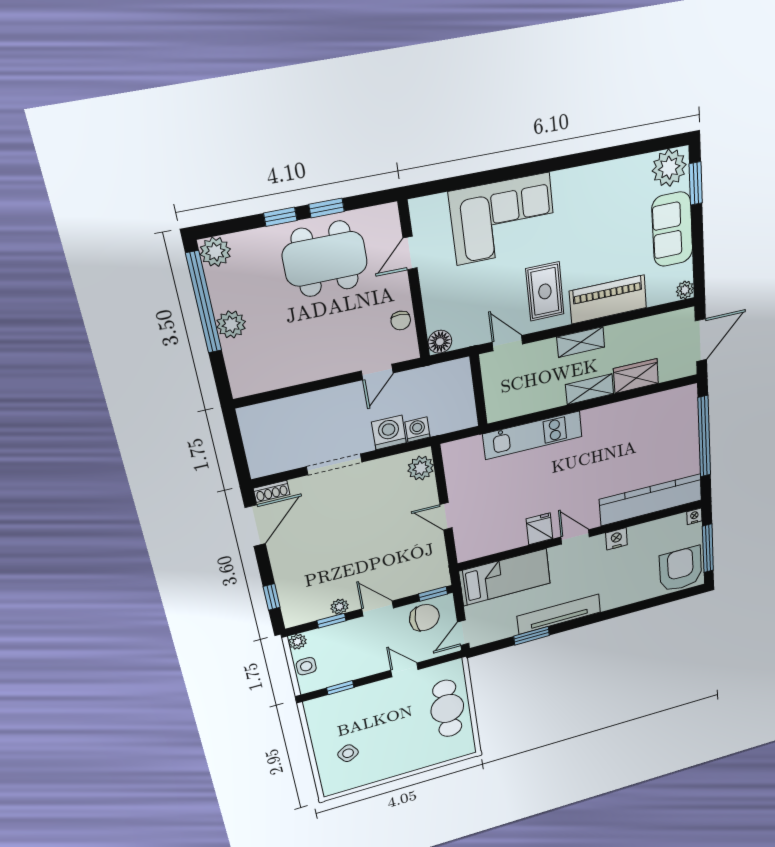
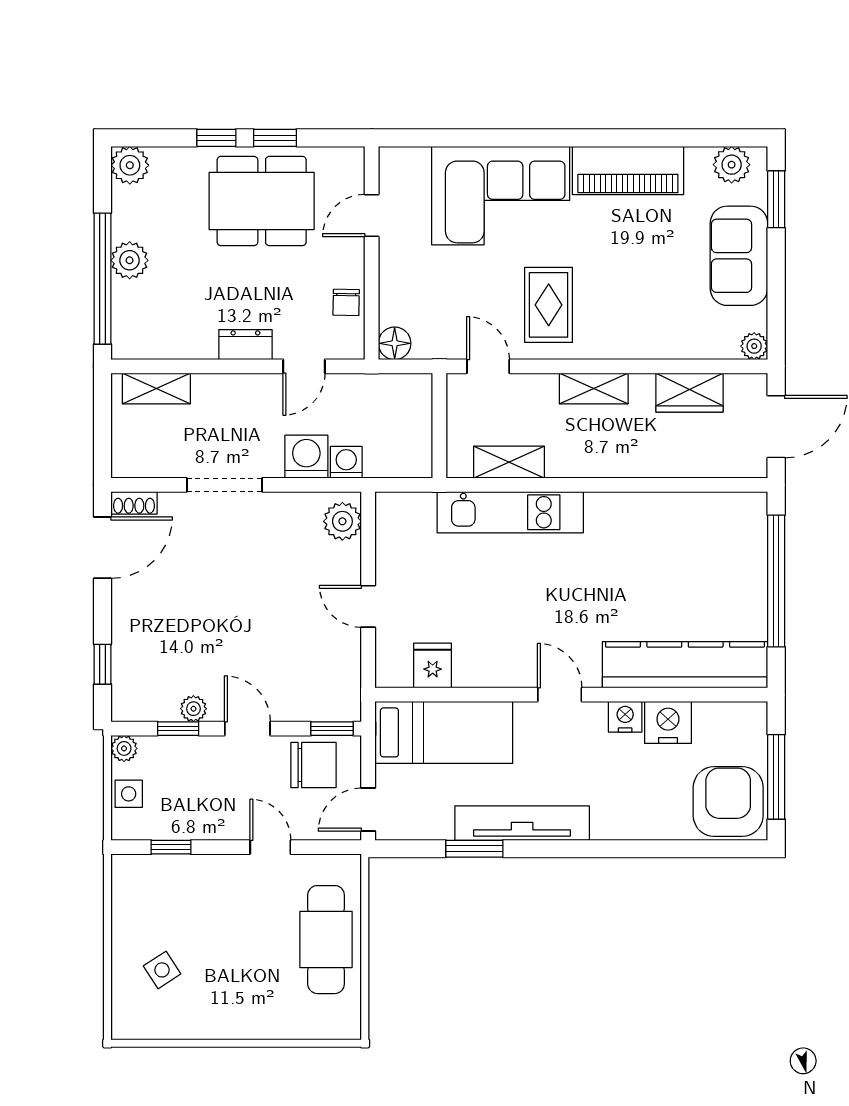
plant: (669, 168) -> (732, 165), width x0.73, depth x0.73
piano: (608, 299) -> (628, 170), moved, turned 180
window: (204, 302) -> (102, 279), moved
dresser: (332, 366) -> (245, 345), added
wardrobe: (636, 376) -> (690, 393), moved, turned 180
shelving: (590, 389) -> (509, 462), moved
shelving: (272, 412) -> (156, 388), added
nightstand: (694, 516) -> (668, 722), moved, width x1.89, depth x1.79
fridge: (539, 529) -> (433, 665), moved

